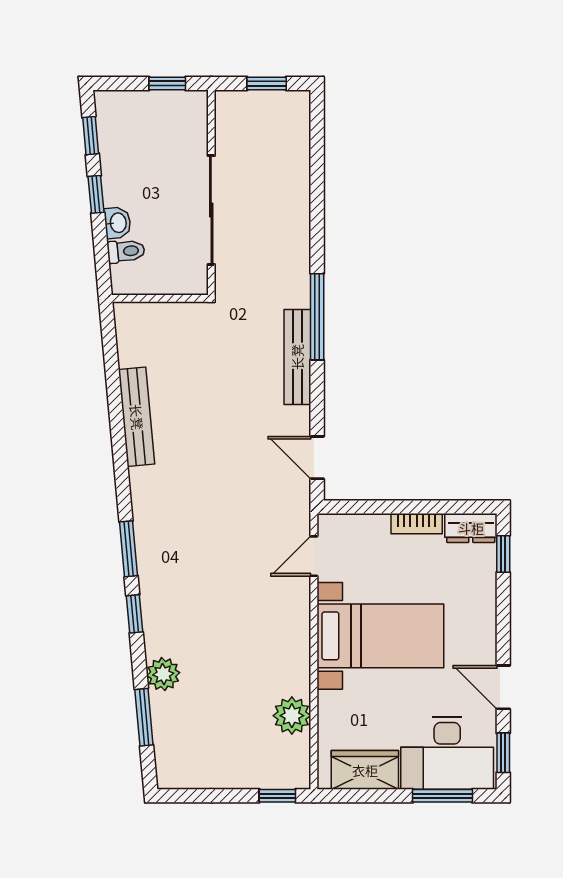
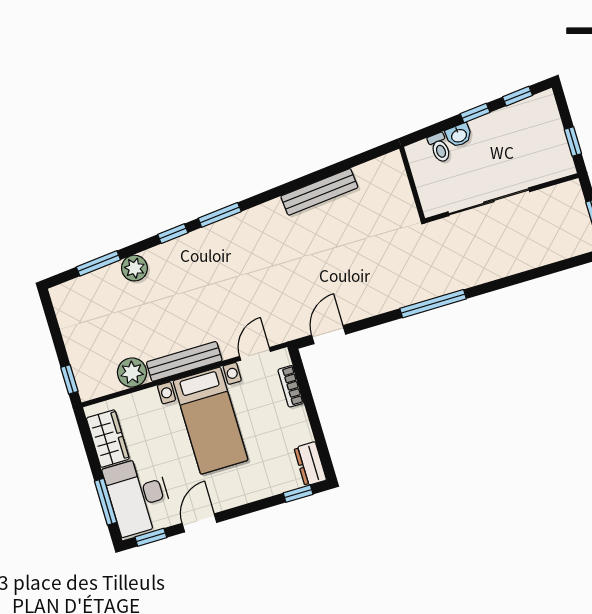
bench: (297, 357) -> (184, 361), moved
bookcase: (417, 524) -> (291, 386), moved
door: (314, 556) -> (255, 354), hinge flipped

